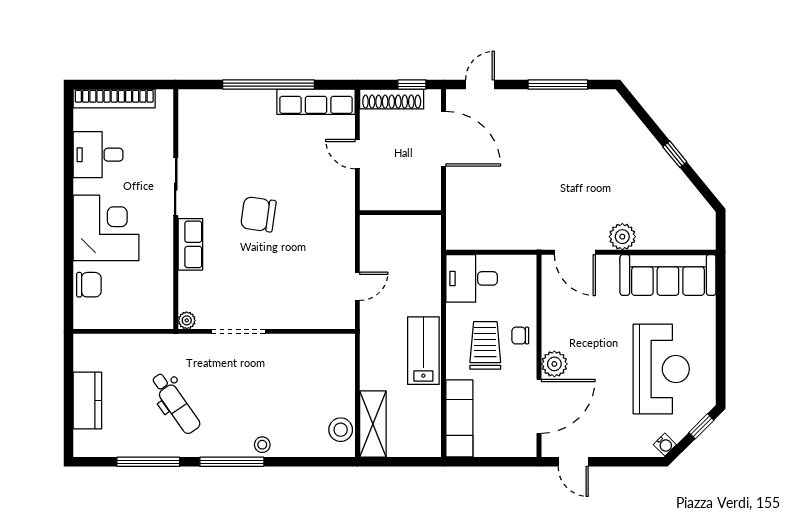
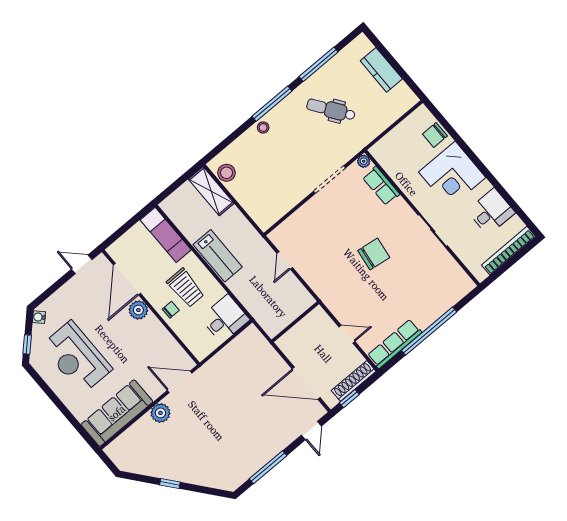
row of seats: (190, 244) -> (381, 186), moved

